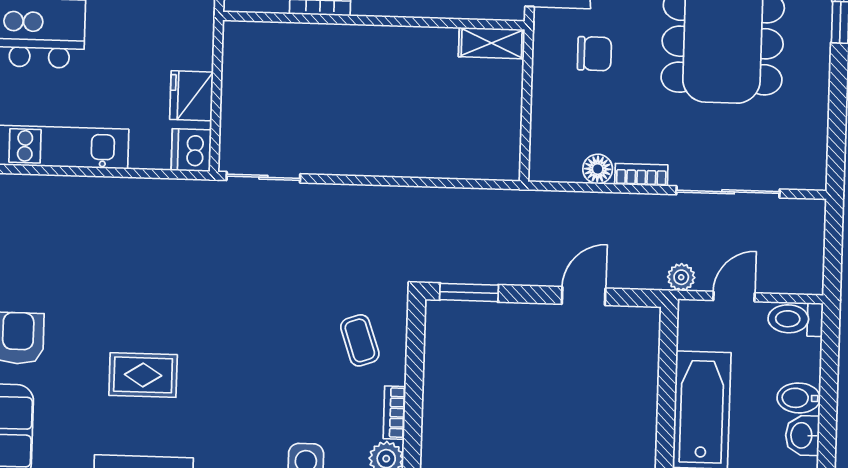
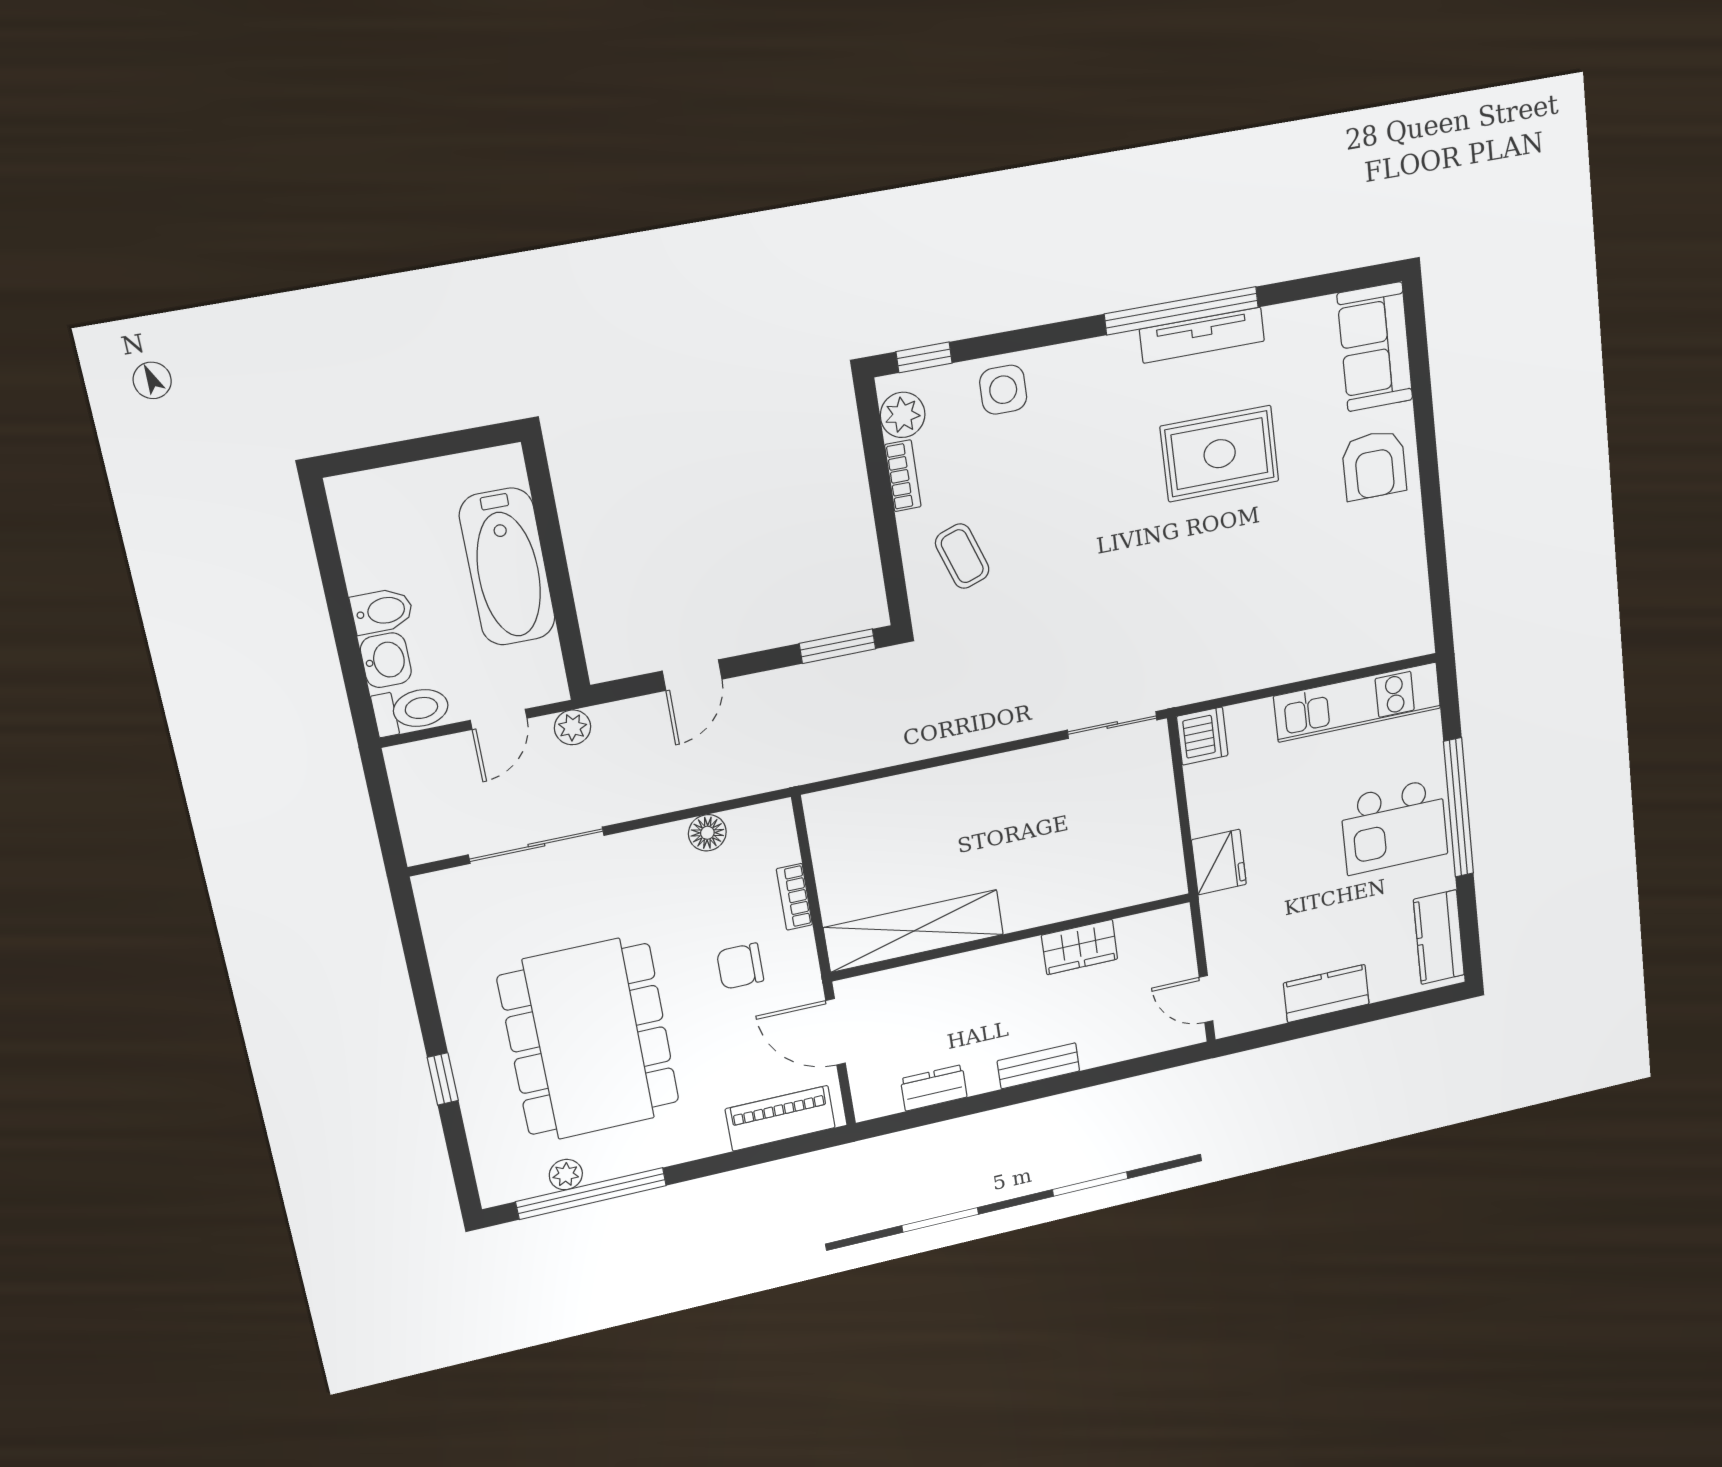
shelving: (492, 43) -> (914, 931), width x2.20, depth x1.33
fridge: (191, 96) -> (1219, 862), moved
bookcase: (641, 175) -> (794, 897), moved, turned 90
rug: (143, 375) -> (1220, 454), width x1.36, depth x1.43
washbasin: (802, 435) -> (386, 660), moved

